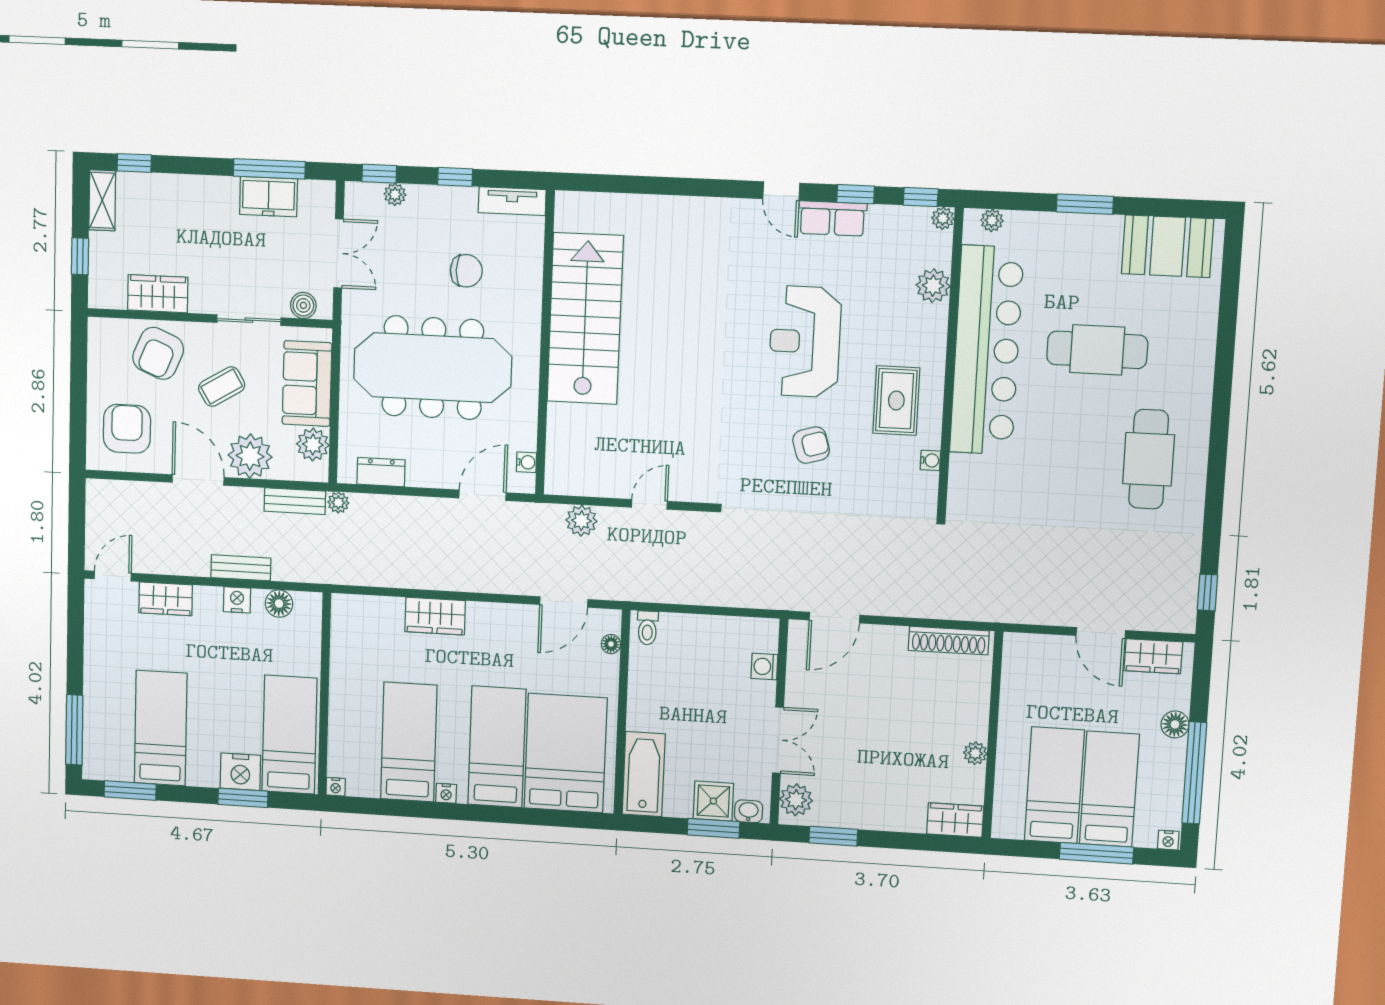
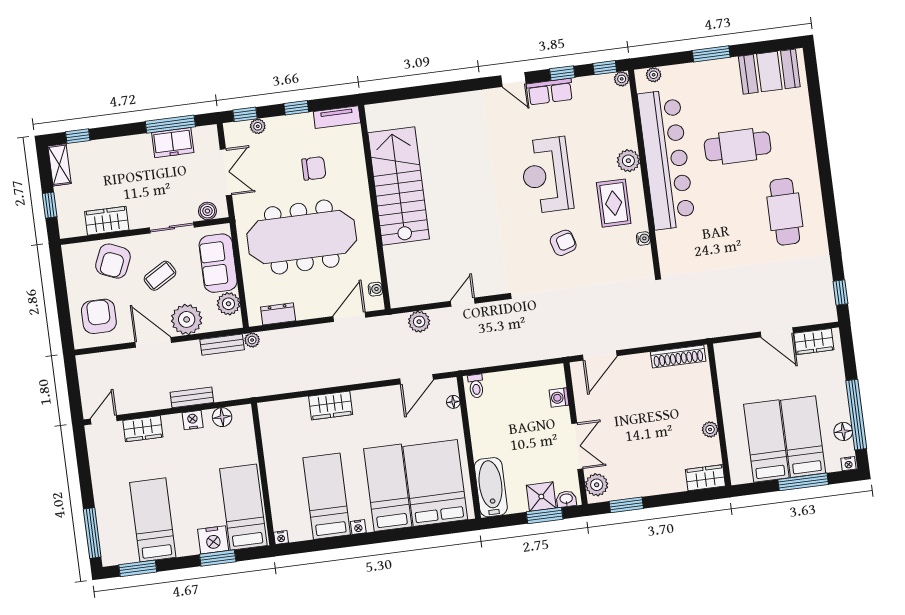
plant: (933, 286) -> (628, 161), moved
floor lamp: (1175, 724) -> (843, 431), moved

